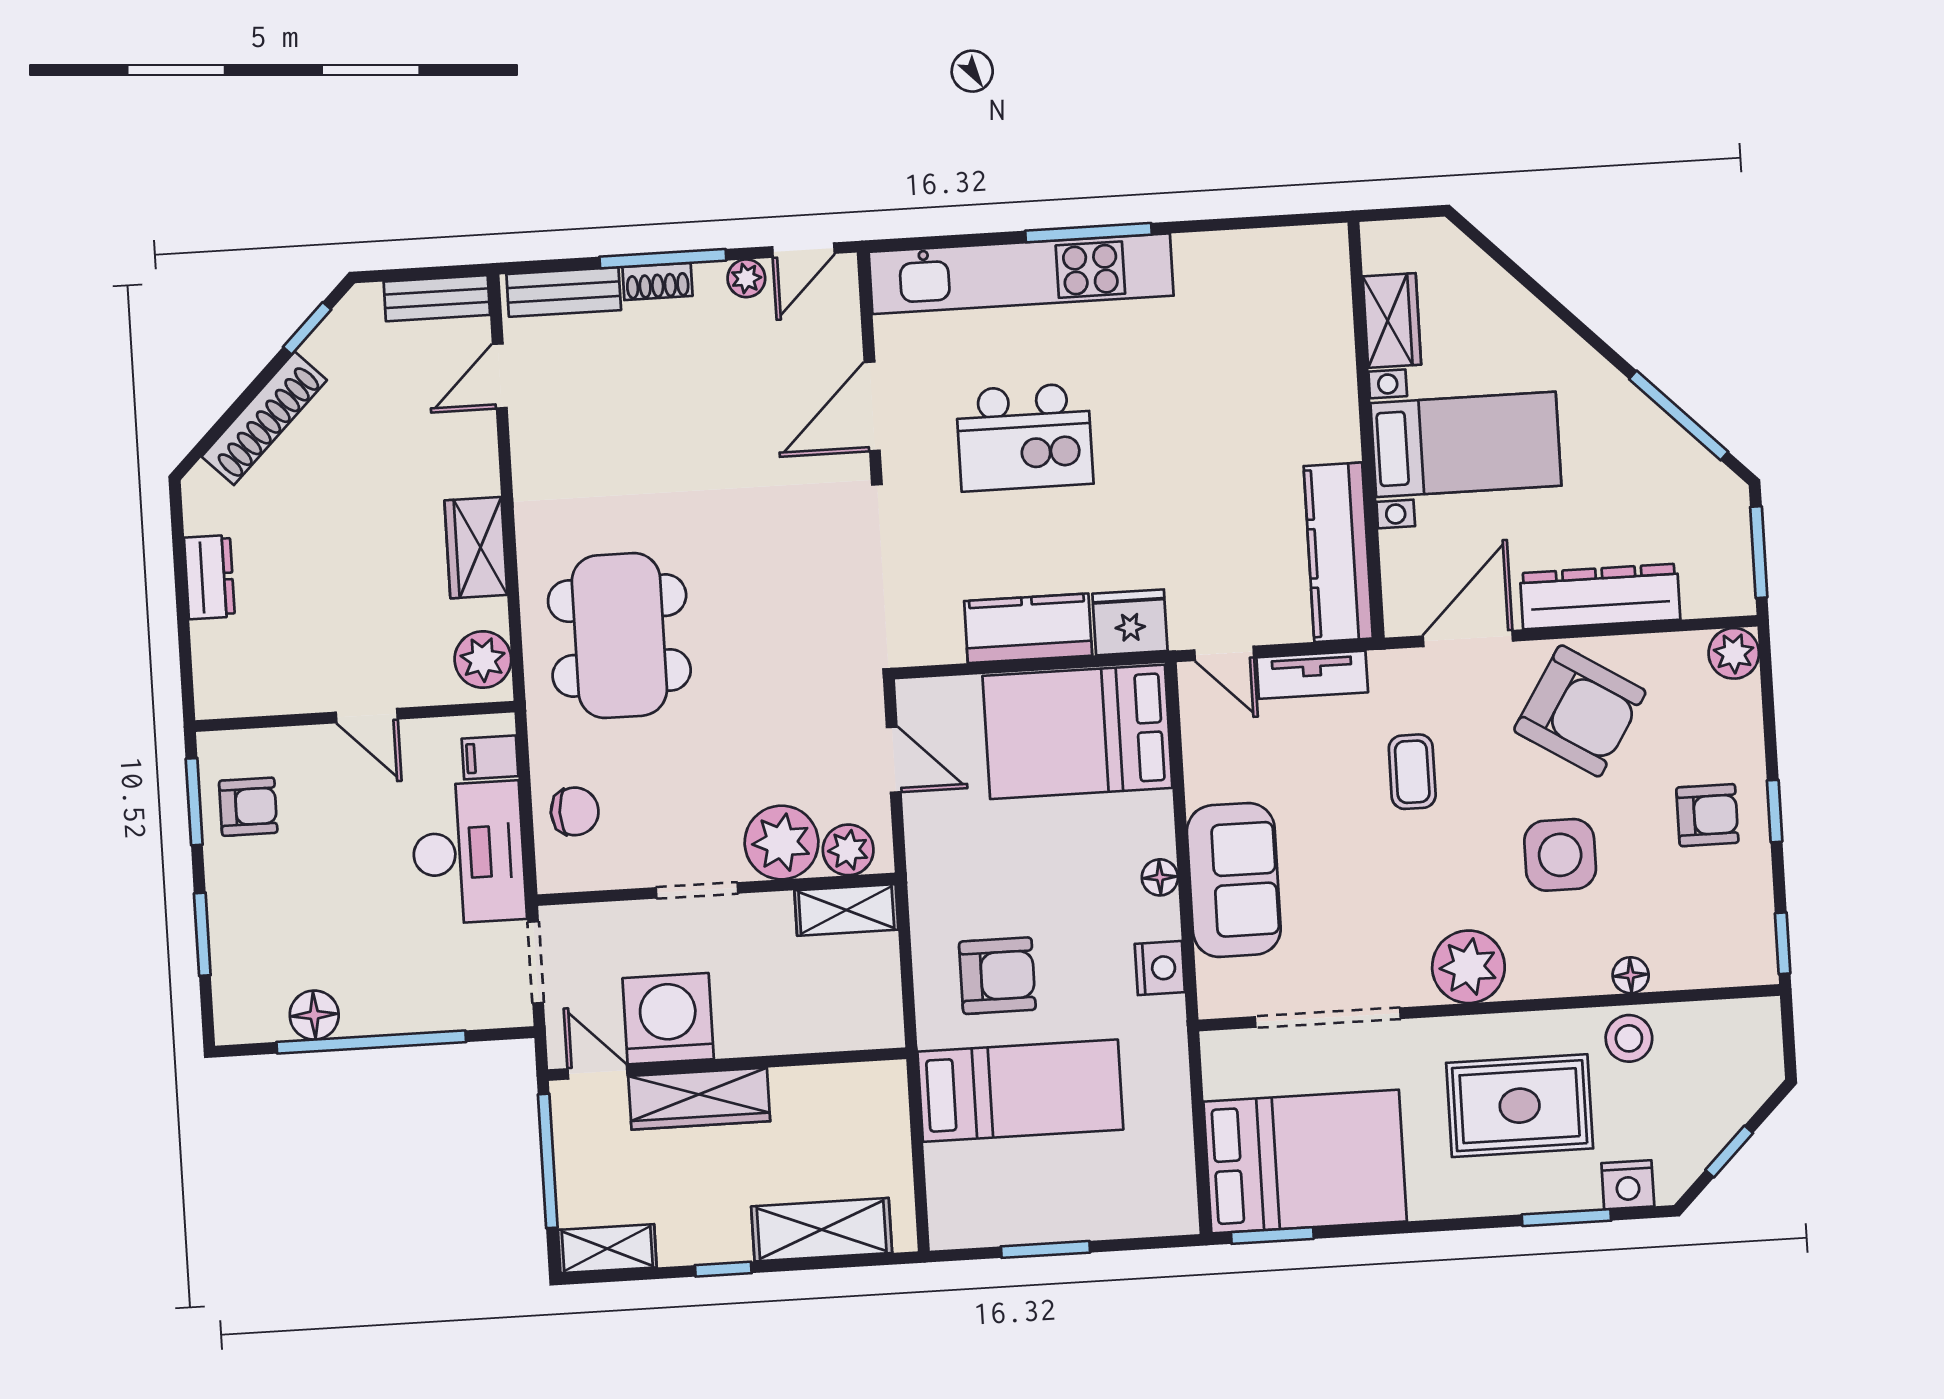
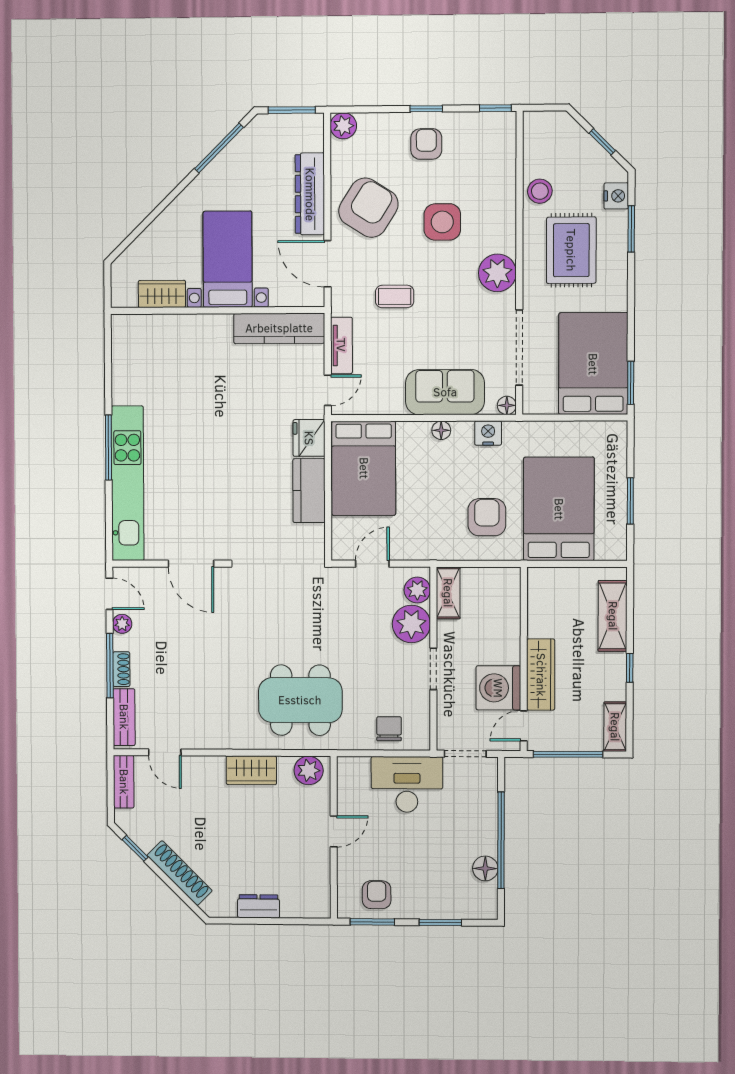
kitchen island: (1024, 437) -> (211, 487), removed
filing cabinet: (490, 757) -> (359, 770), removed
floor lamp: (1631, 975) -> (507, 405), moved
bed: (1020, 1091) -> (559, 509), width x1.50

